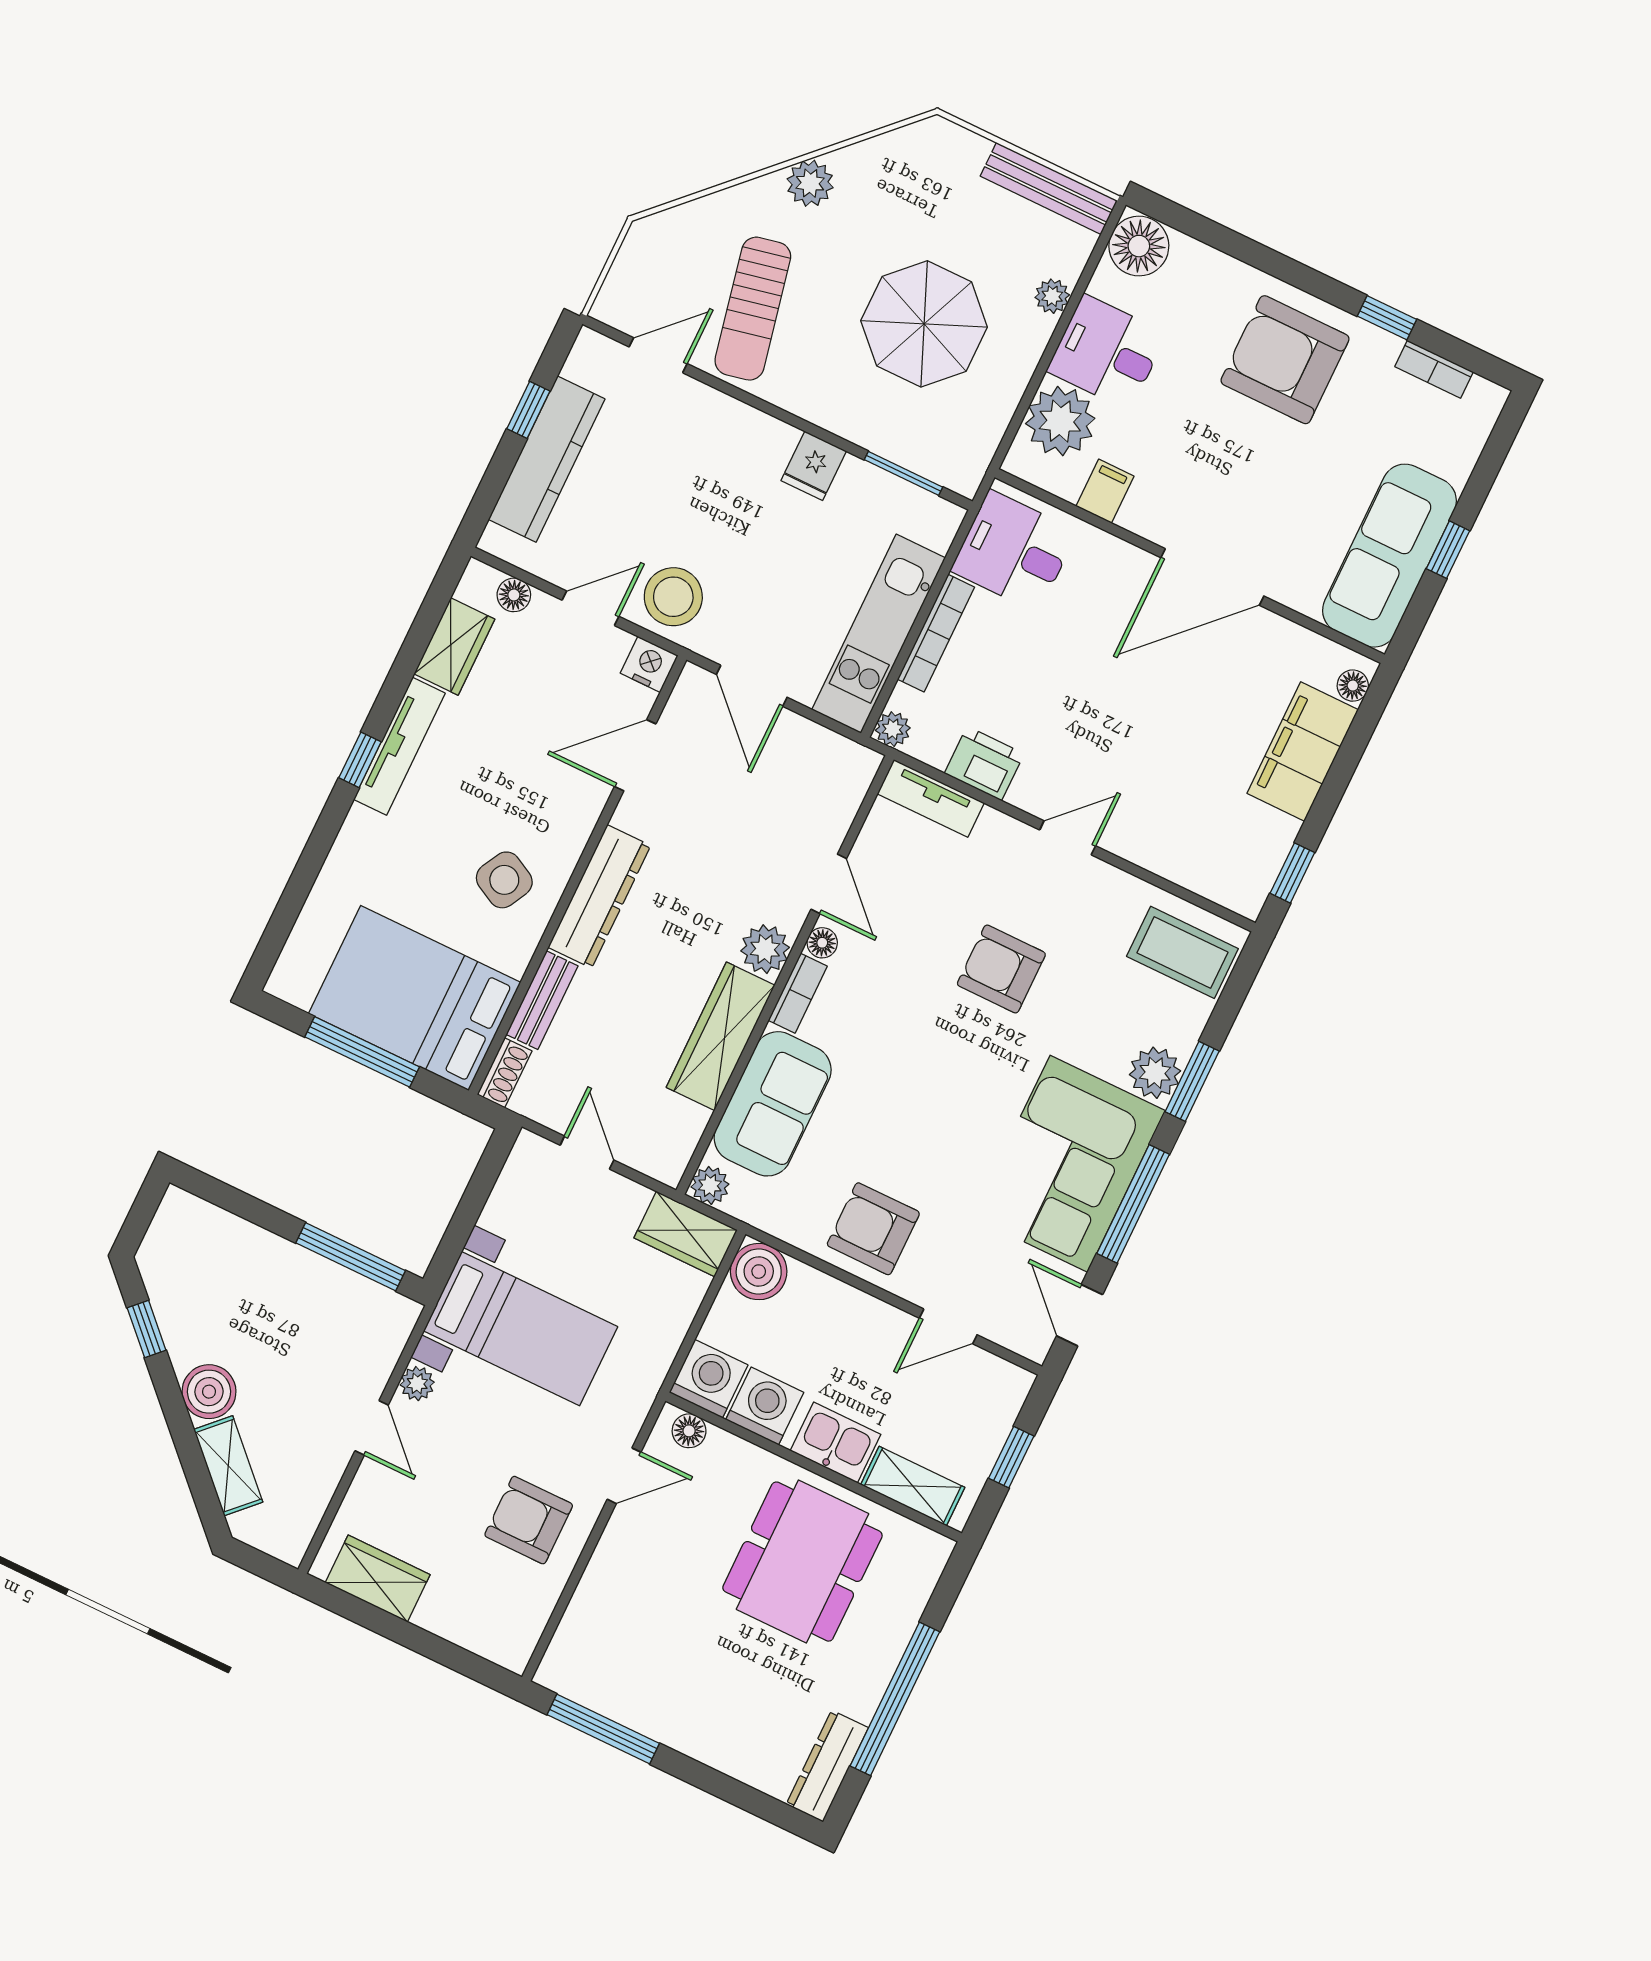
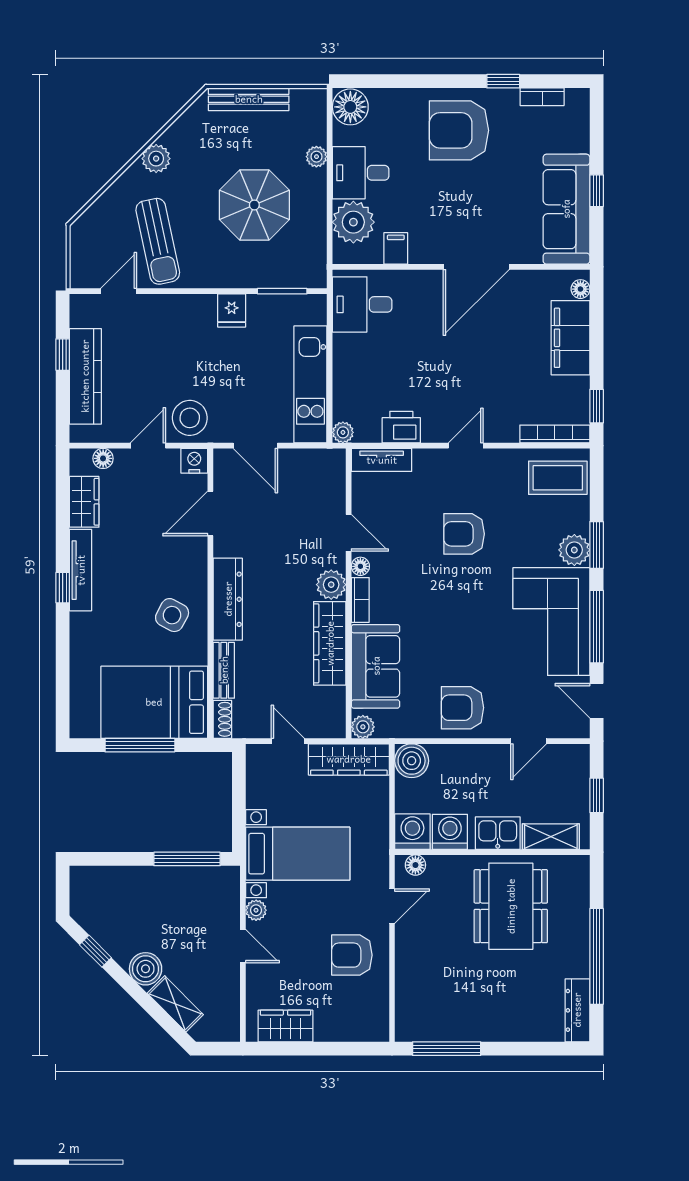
bench: (1049, 188) -> (249, 99), moved
bookcase: (936, 633) -> (555, 434), moved, turned -90
wardrobe: (686, 1234) -> (349, 759), width x1.50

